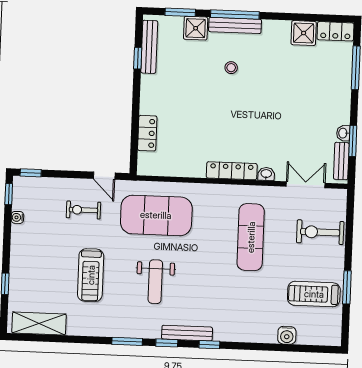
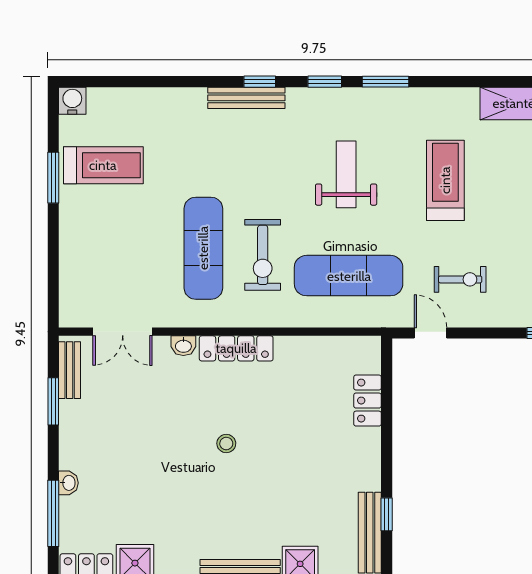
stool: (231, 68) -> (226, 444), moved
washbasin: (343, 133) -> (68, 483), moved
exercise mat: (156, 215) -> (349, 276), width x0.68
exercise bike: (320, 232) -> (263, 255), moved, turned 90
bench: (187, 333) -> (246, 98), moved
water cooler: (287, 335) -> (72, 101), moved

